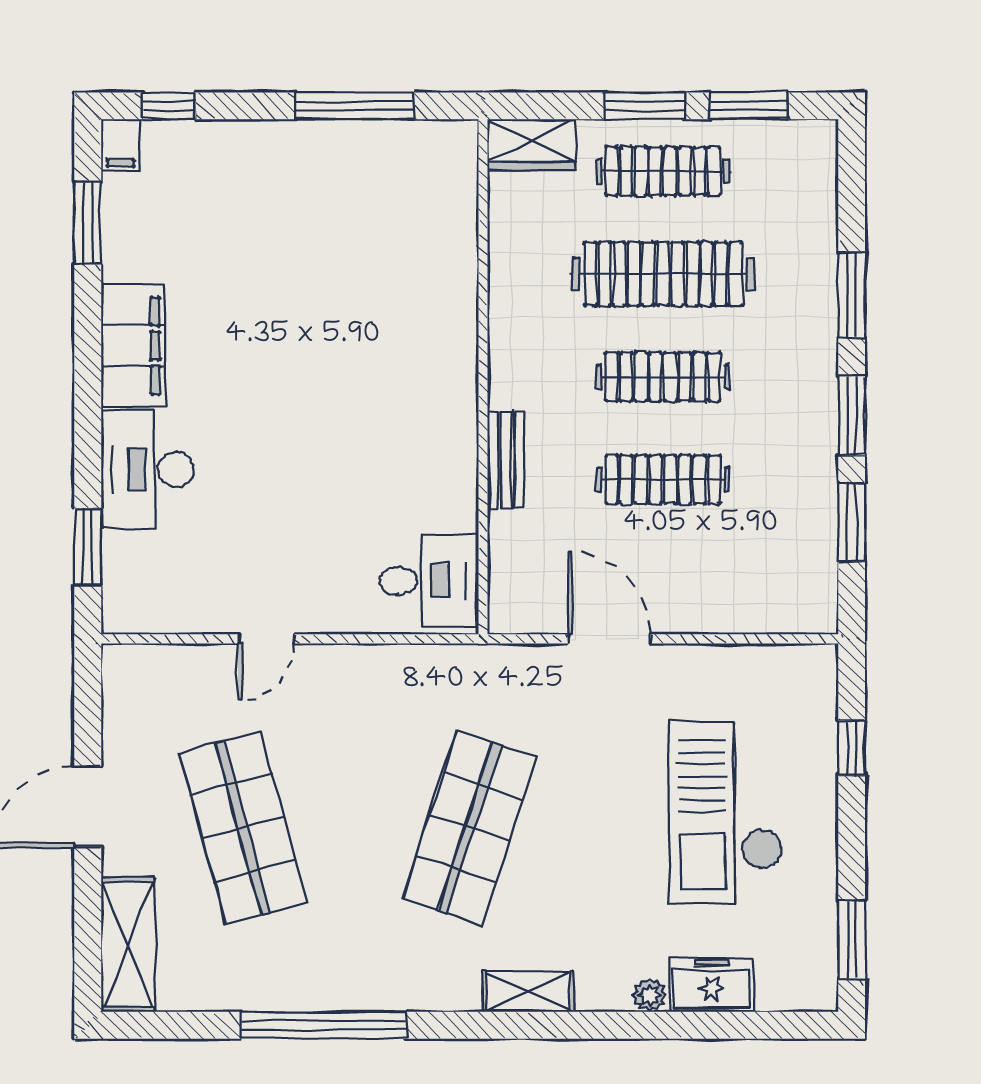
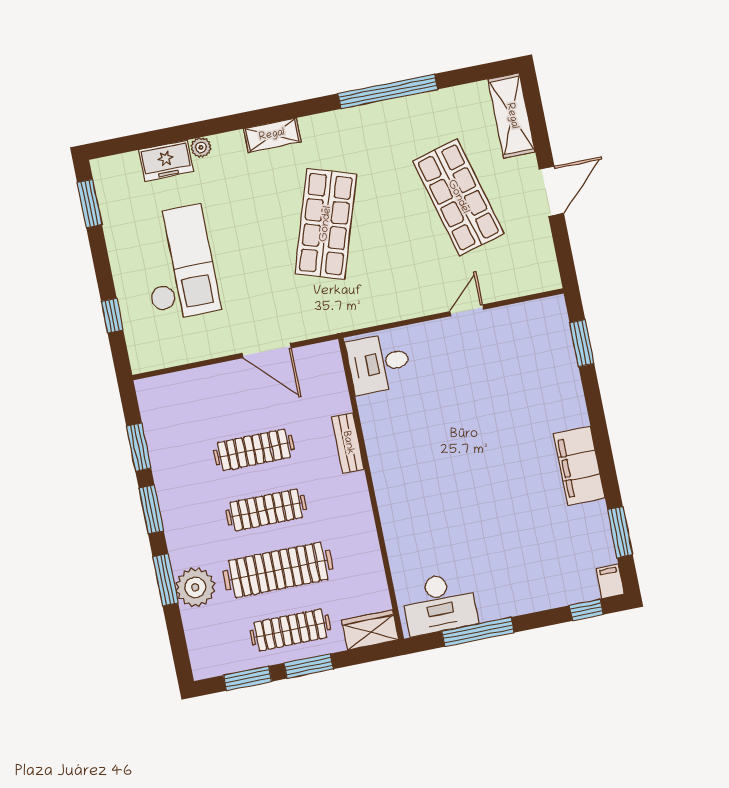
plant: (805, 273) -> (195, 587), added
desk: (147, 469) -> (439, 604), moved, turned 90

